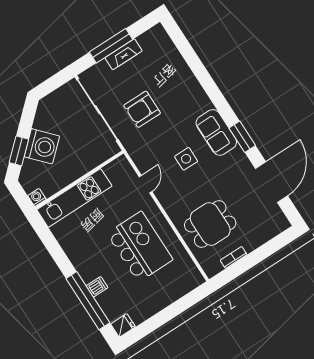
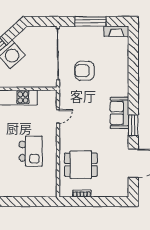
fireplace: (124, 54) -> (116, 31), moved
side table: (186, 159) -> (92, 117), removed
kitchen island: (140, 247) -> (31, 151), width x0.73, depth x0.78

